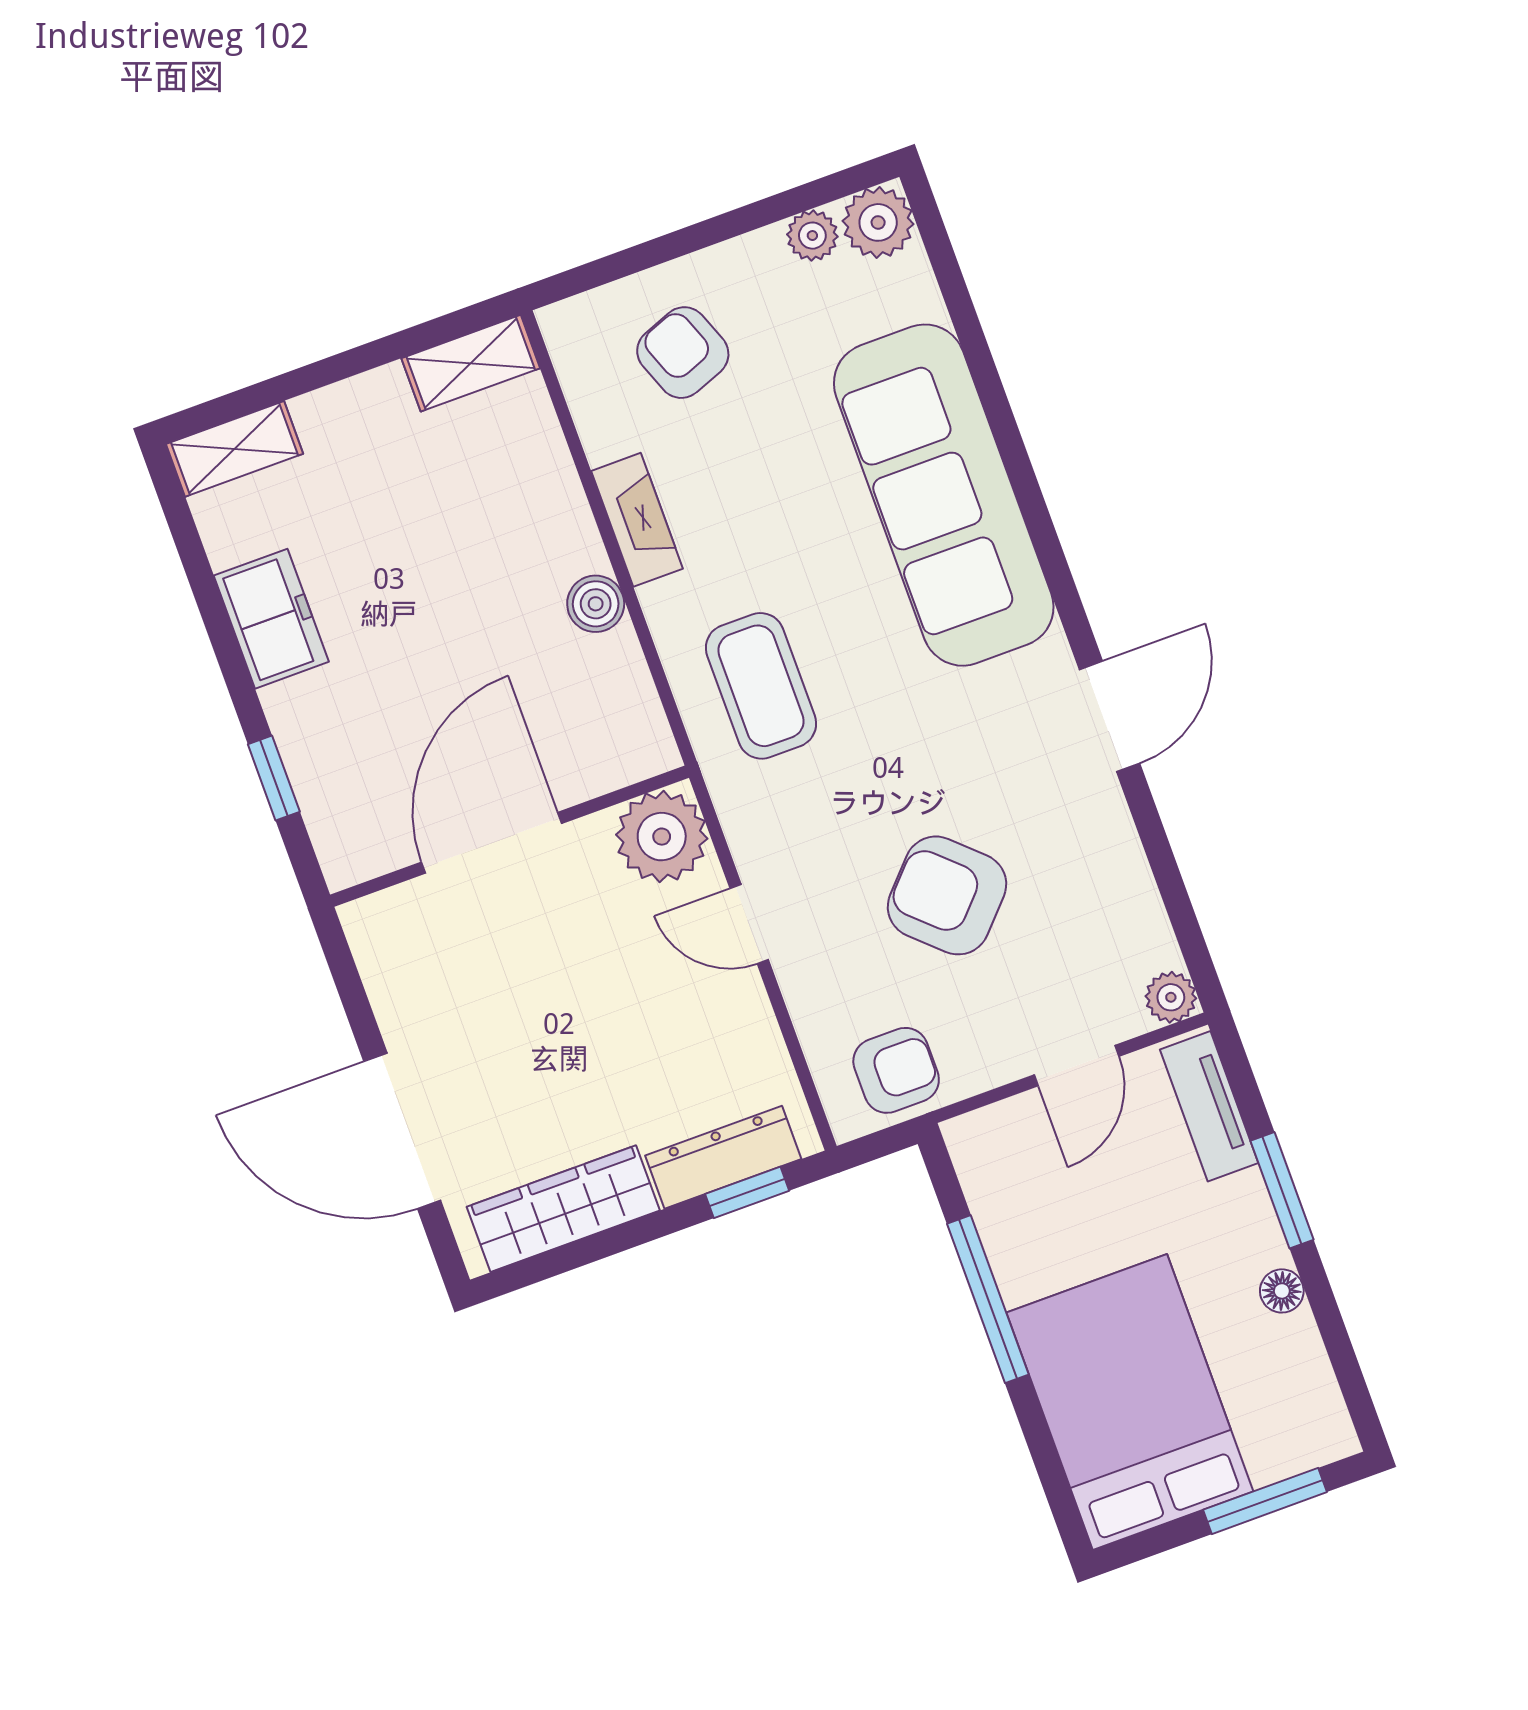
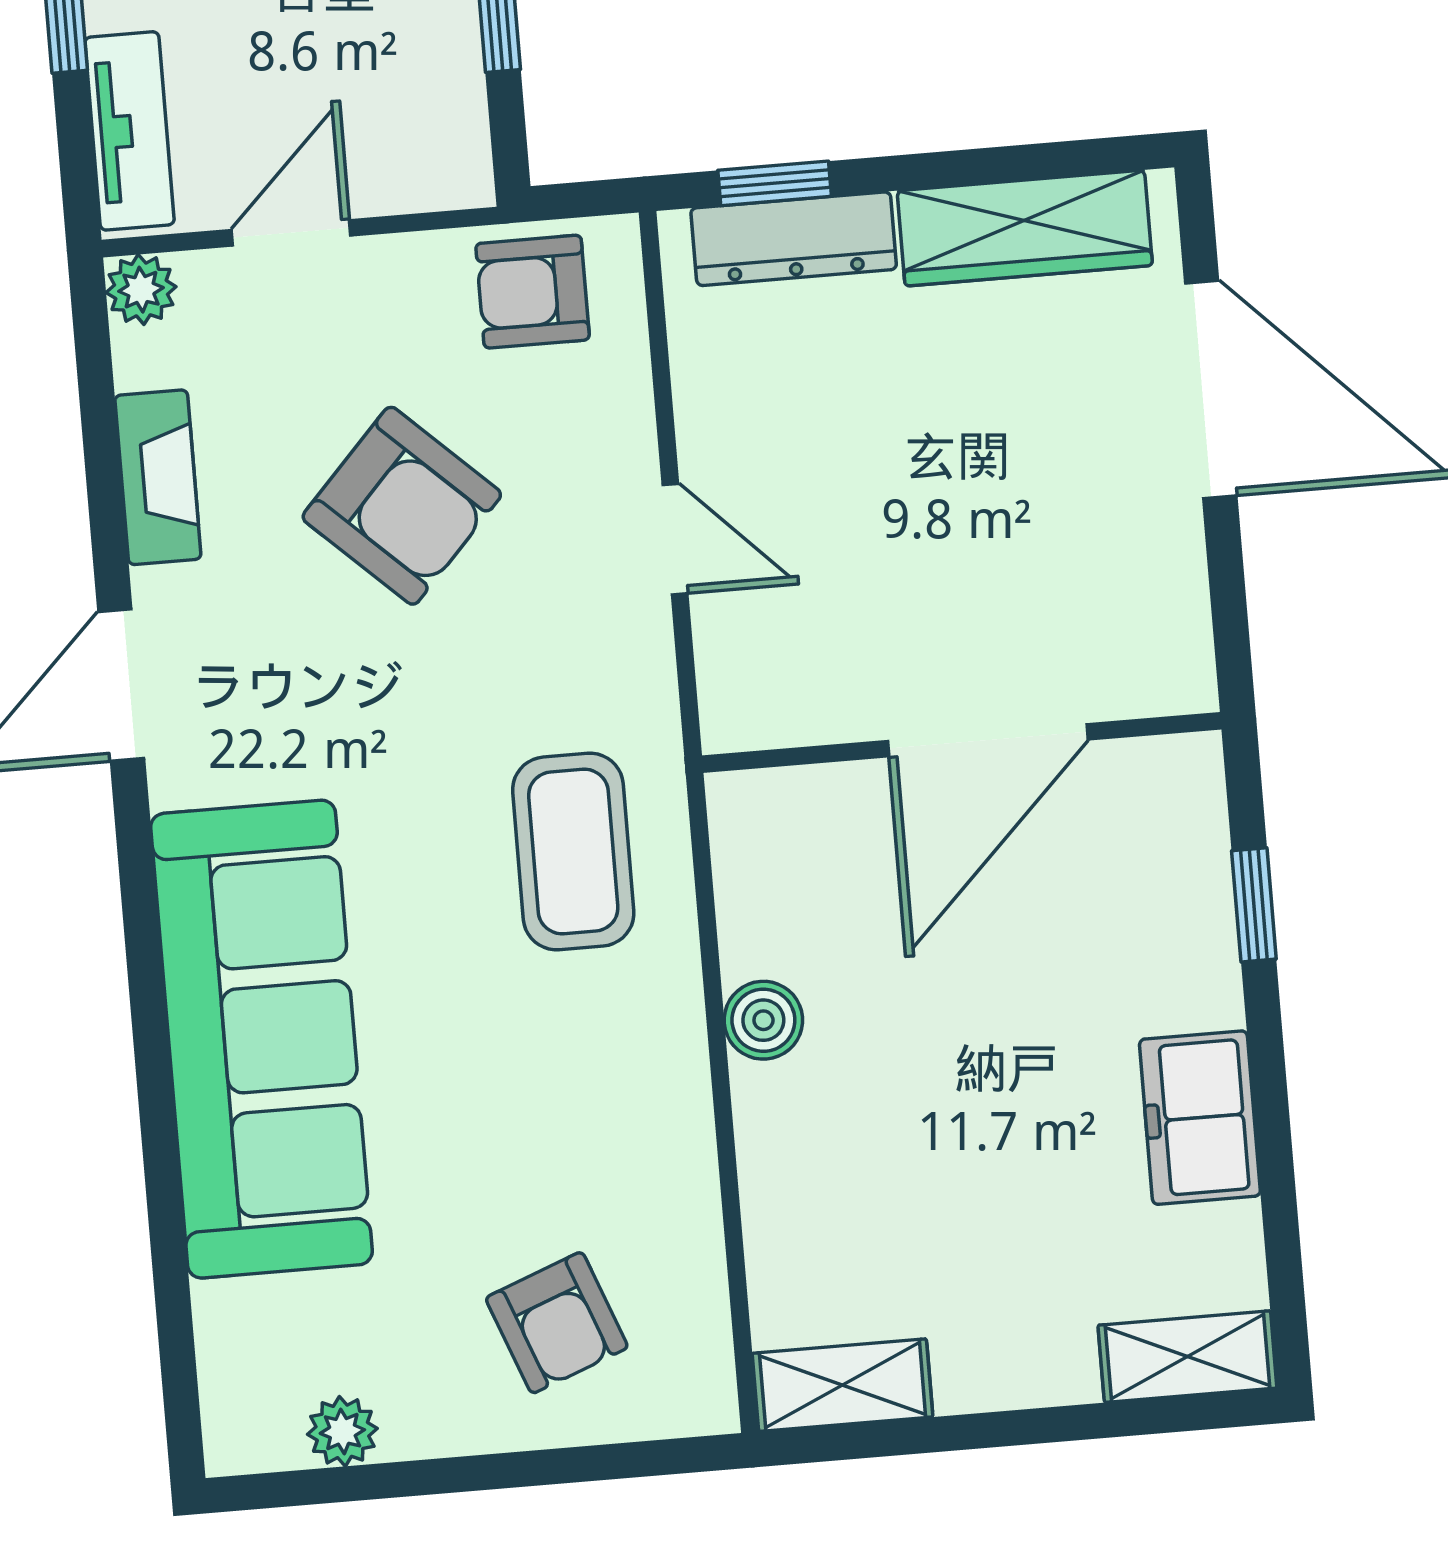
plant: (878, 222) -> (250, 1425), removed
fireplace: (637, 520) -> (158, 477), moved, turned 180
plant: (662, 837) -> (760, 687), removed

